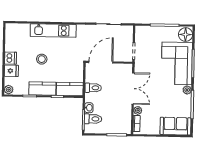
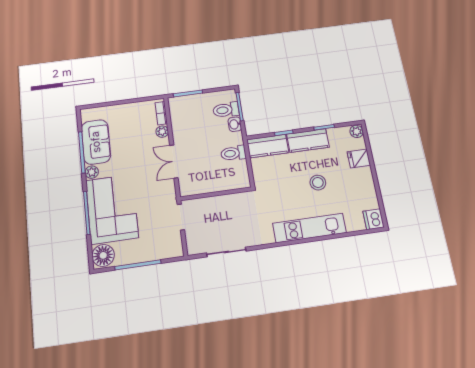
dishwasher: (11, 58) -> (374, 219), moved
door: (101, 62) -> (228, 192), removed
double door: (133, 88) -> (174, 161), width x0.73
sofa: (176, 126) -> (96, 142), moved, turned -90

